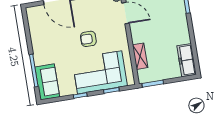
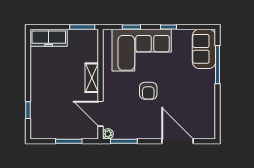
armchair: (88, 39) -> (148, 91), turned 90
shelving: (140, 56) -> (92, 78), moved
freezer: (187, 60) -> (49, 38), moved, turned 90

